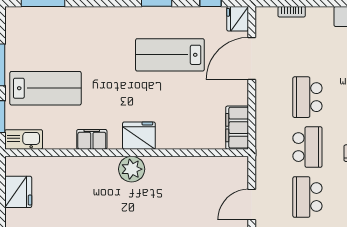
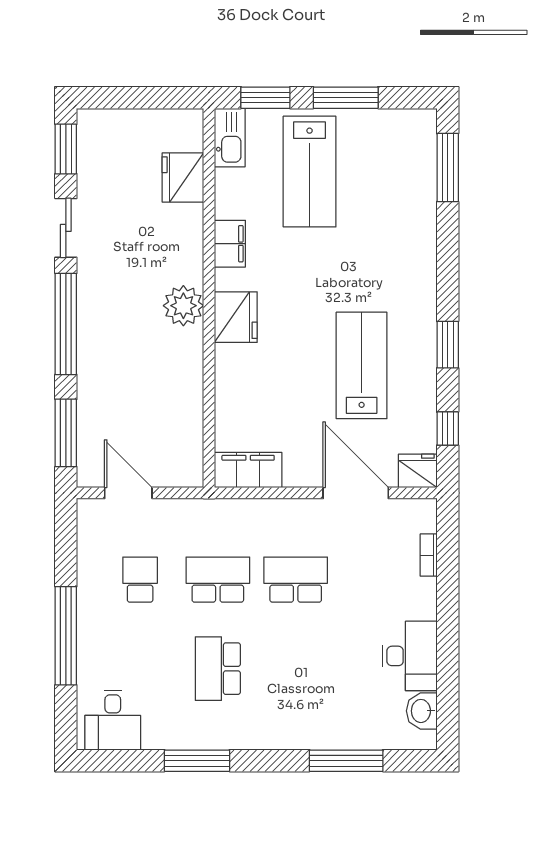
school desk: (307, 147) -> (218, 580), turned 180
fridge: (18, 192) -> (183, 178), moved, turned 90
school desk: (307, 197) -> (140, 580), width x0.54

